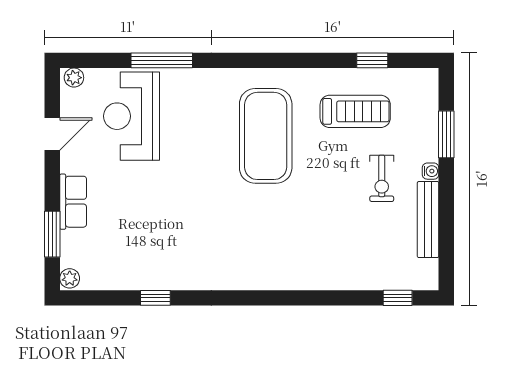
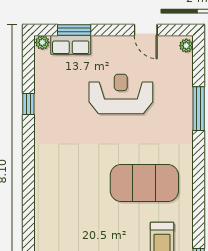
reception desk: (131, 116) -> (121, 94), moved
row of seats: (73, 202) -> (71, 45), moved

